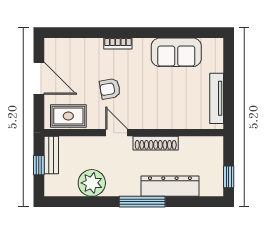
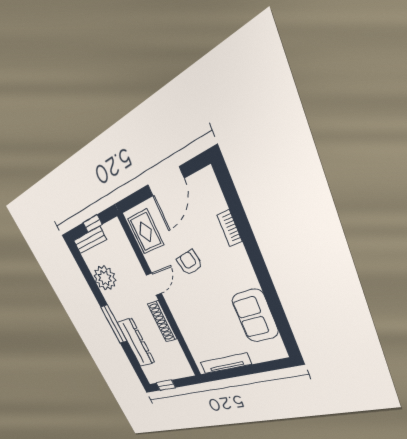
bookcase: (118, 43) -> (230, 228), moved
bench: (51, 155) -> (90, 240), moved

